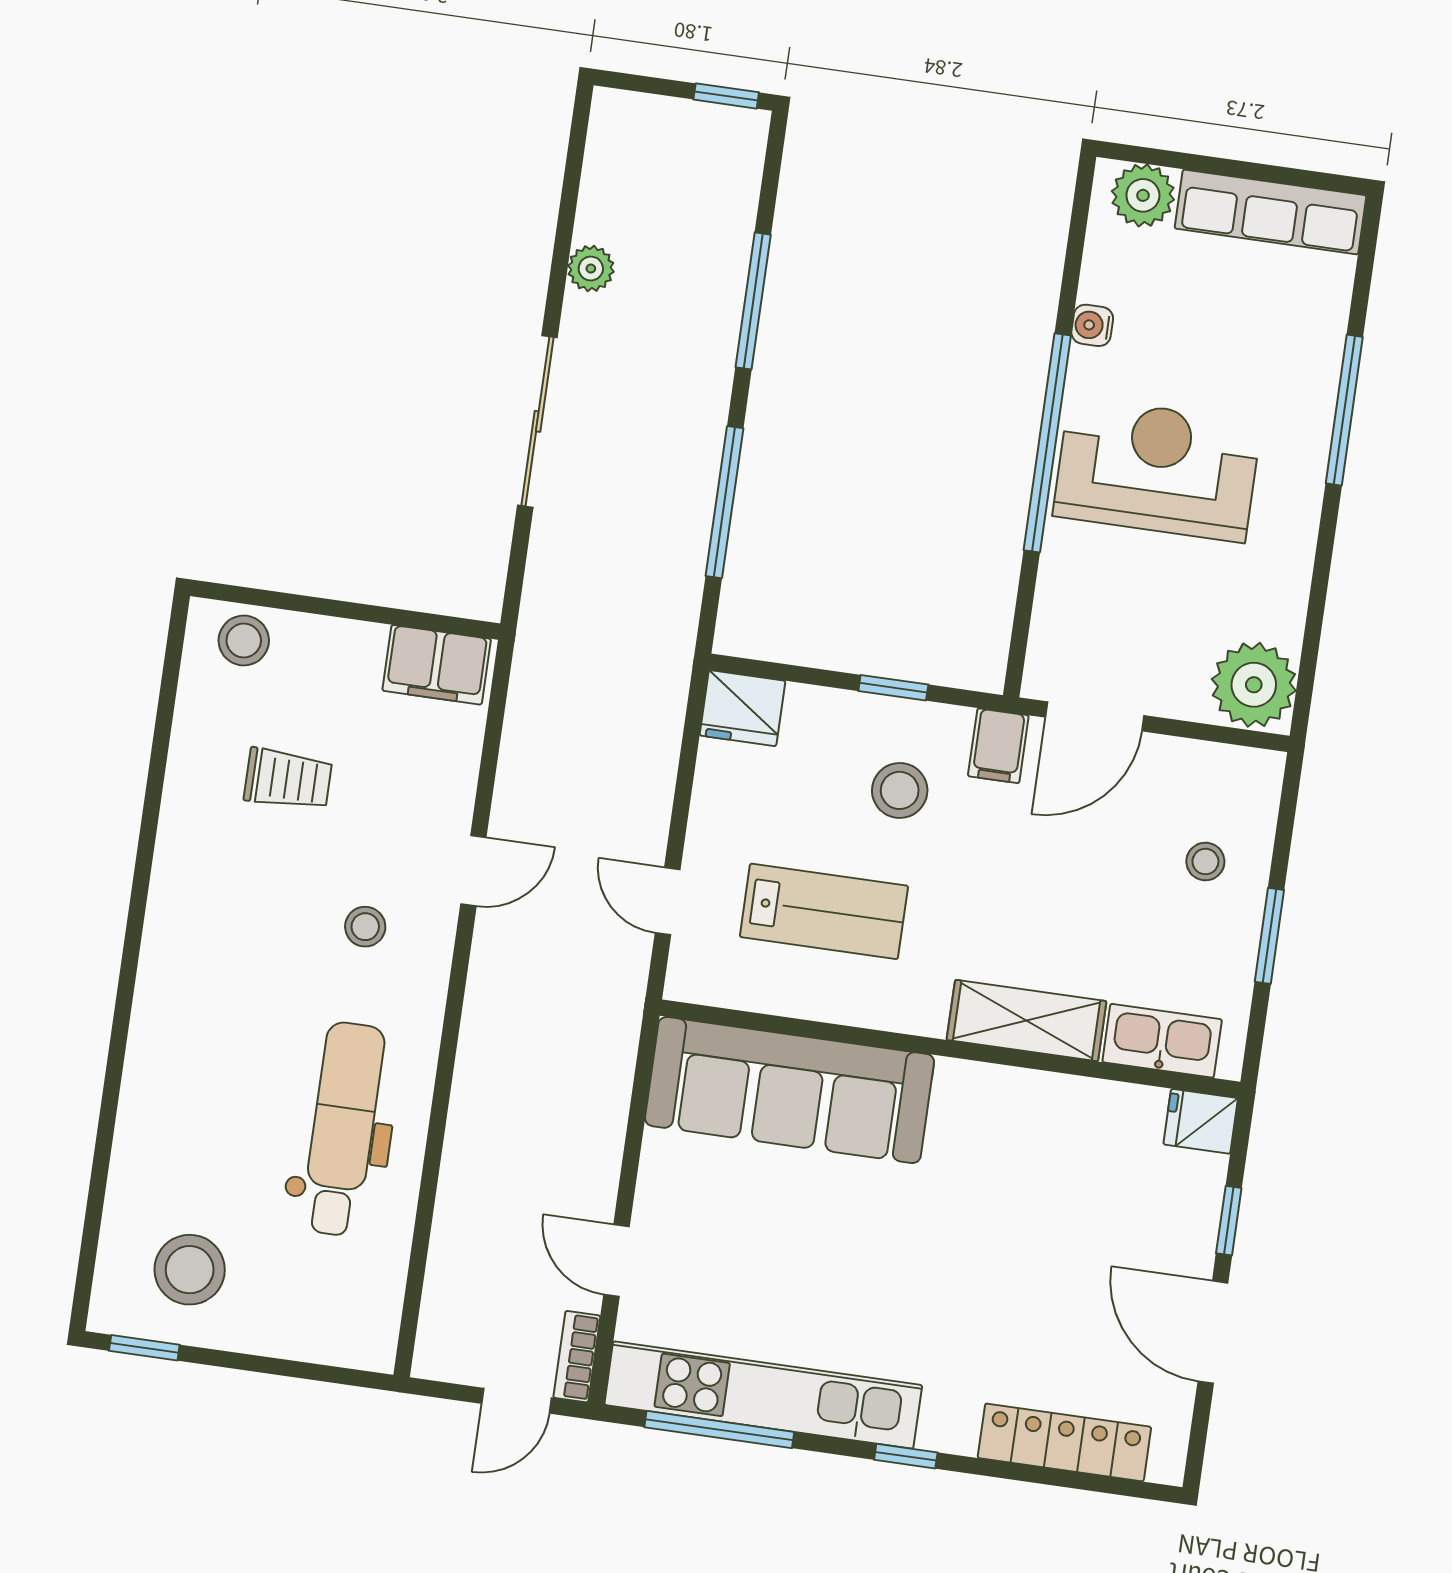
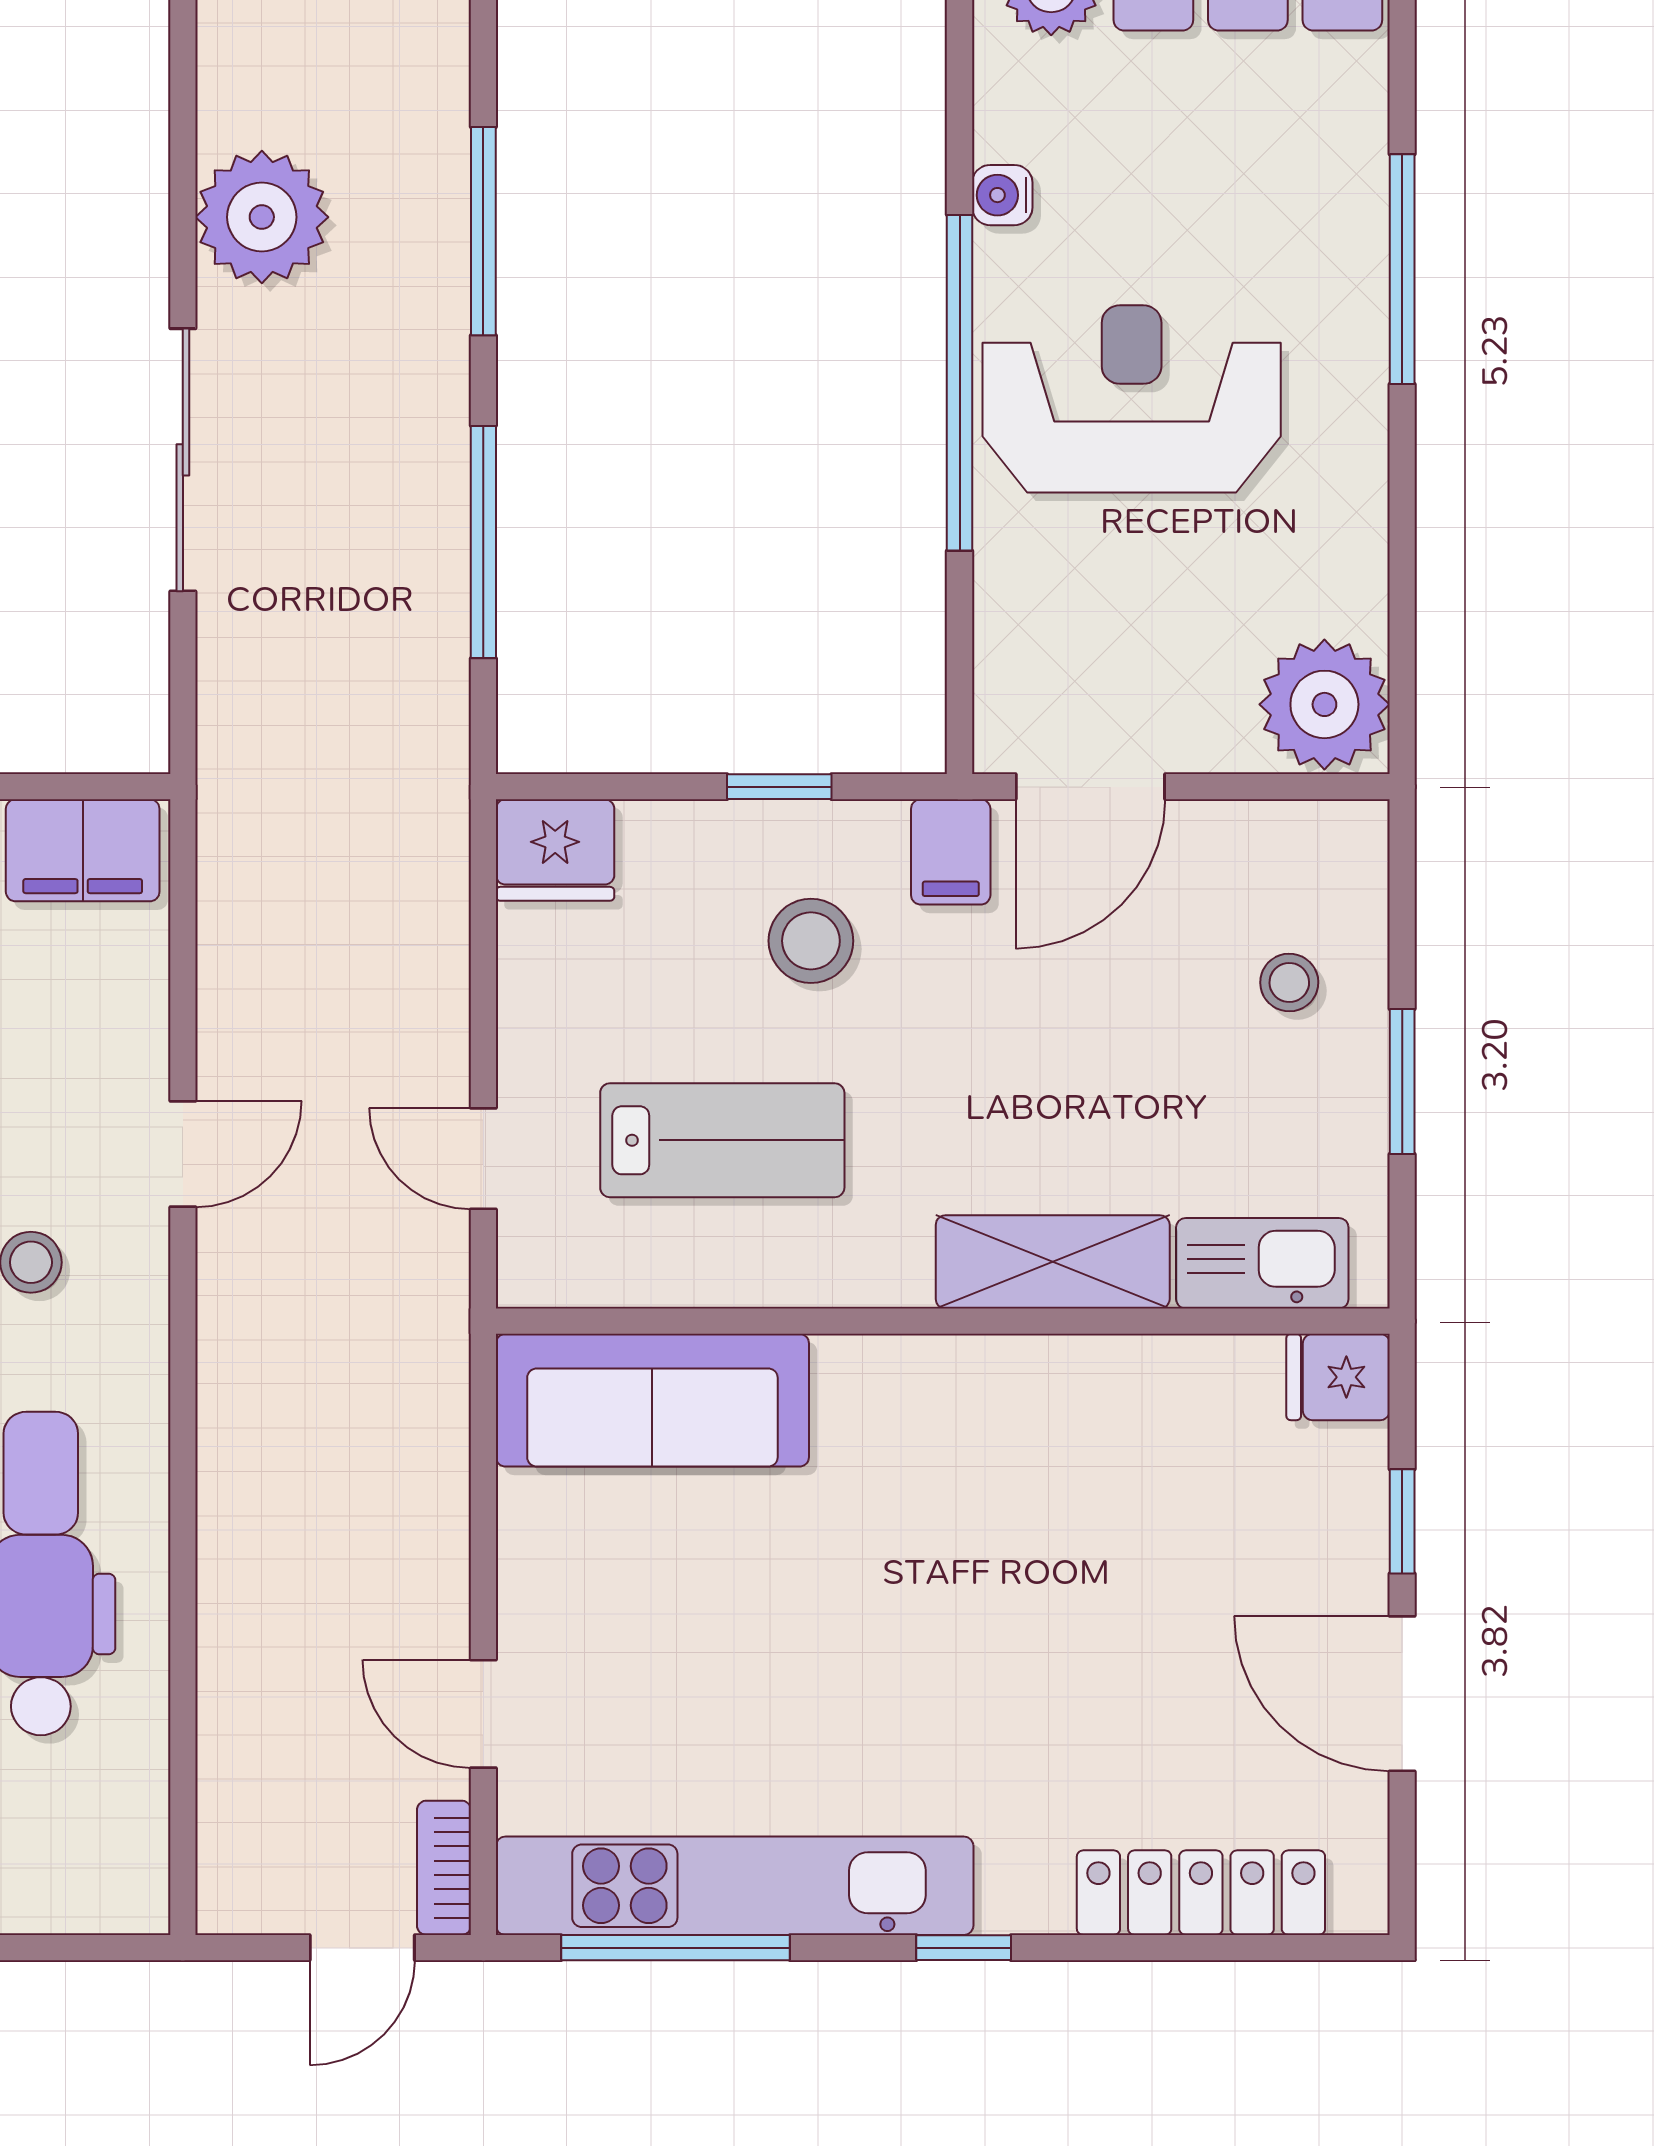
plant: (591, 269) -> (262, 217), width x1.87, depth x1.87
sofa: (790, 1090) -> (652, 1400), width x0.74, depth x0.79

